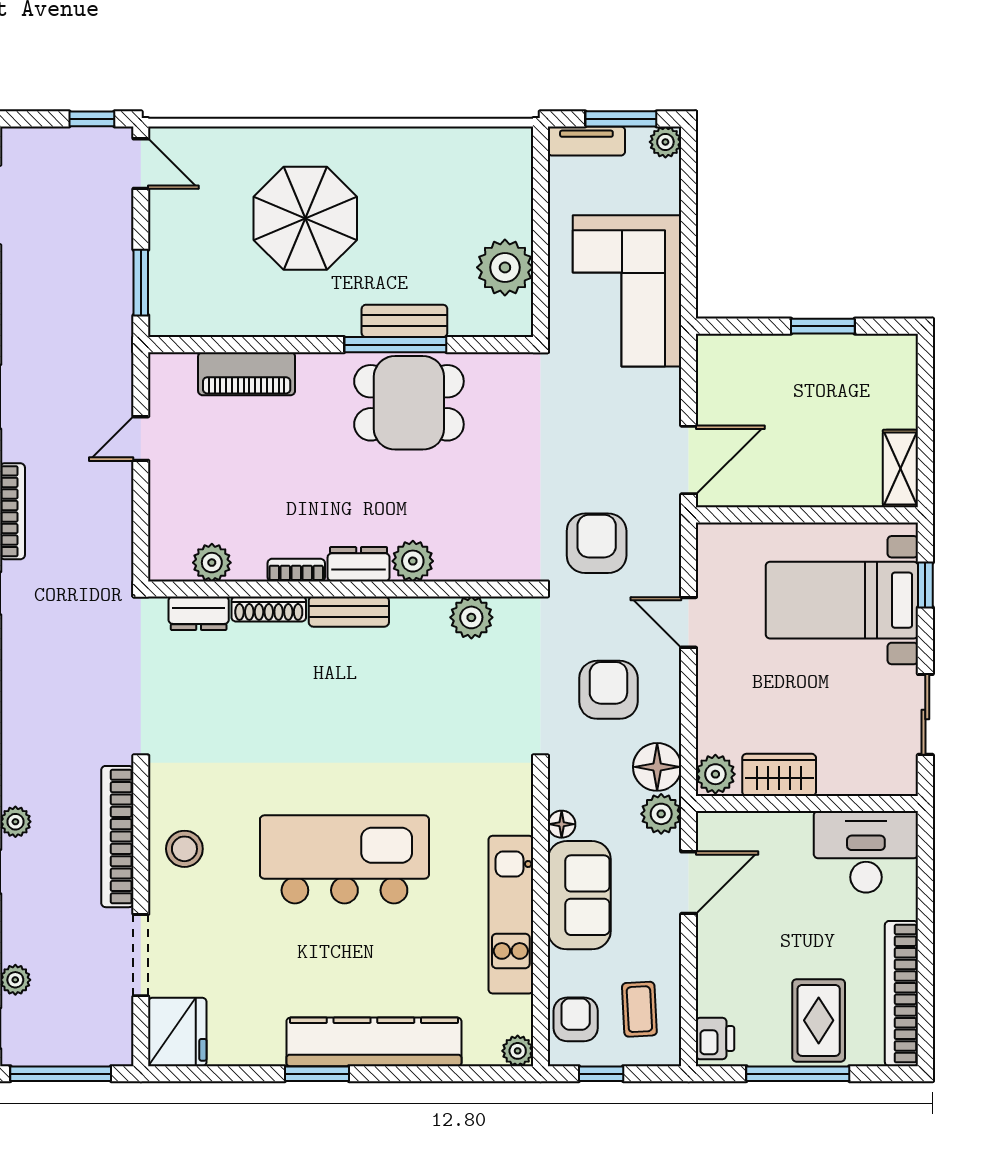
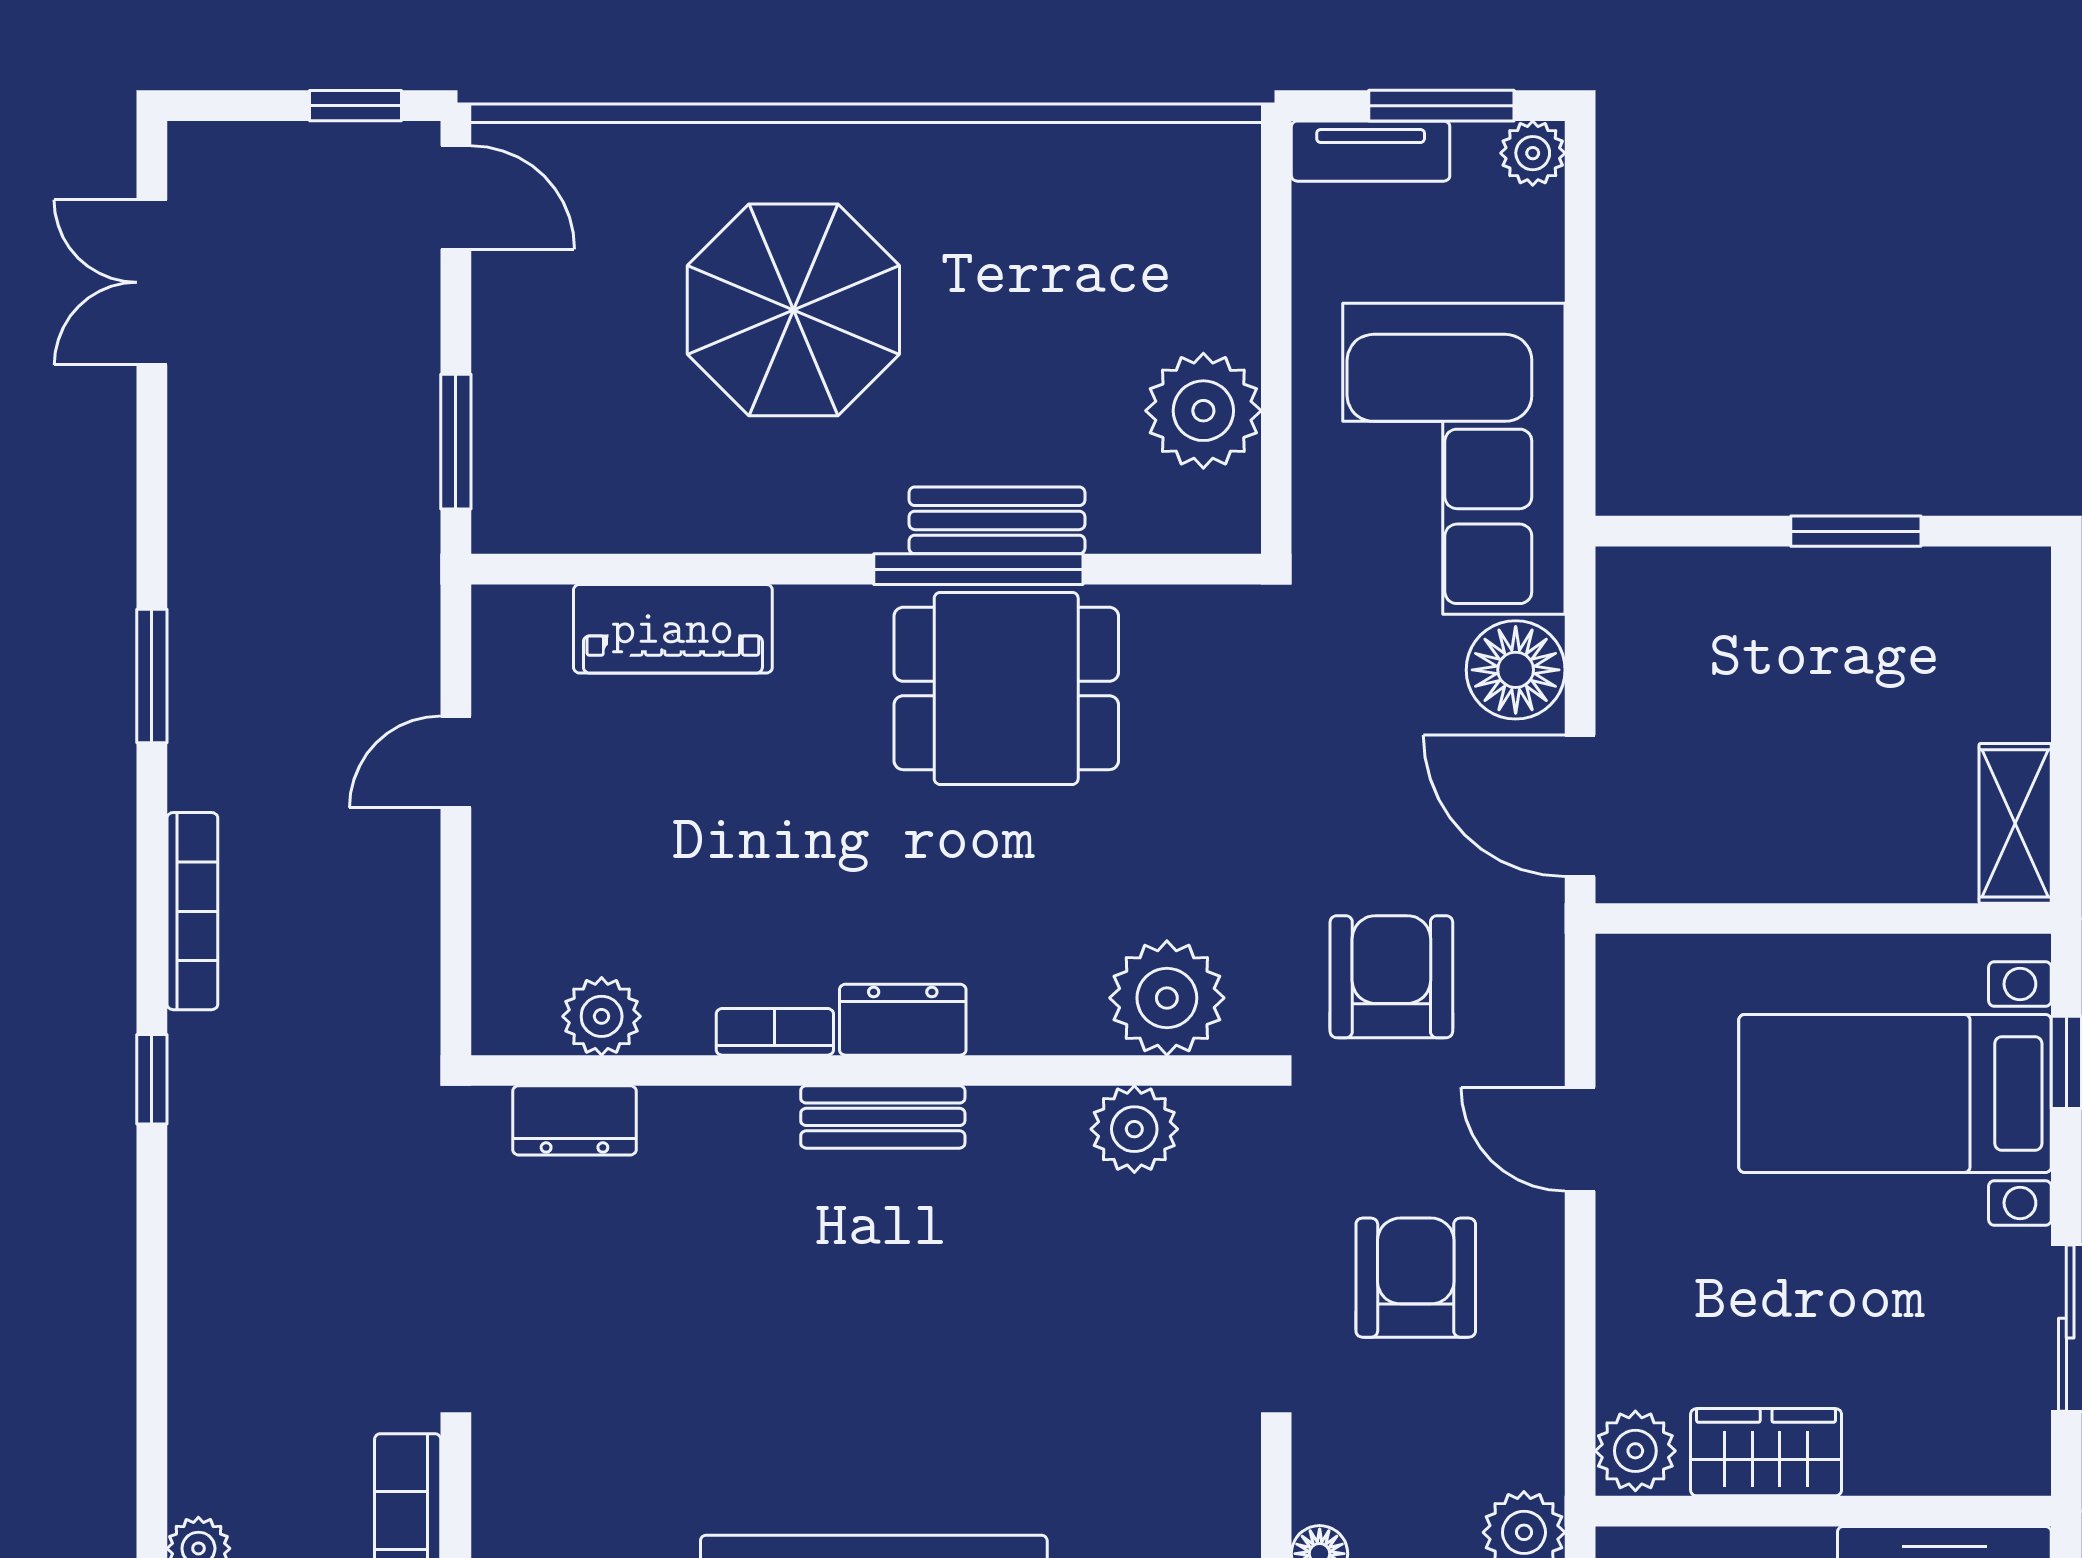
door: (689, 460) -> (1580, 806), swing flipped
plant: (413, 561) -> (1167, 998), moved, width x1.36, depth x1.36
shoe rack: (269, 609) -> (719, 1112), removed
floor lamp: (657, 767) -> (1516, 670), moved

